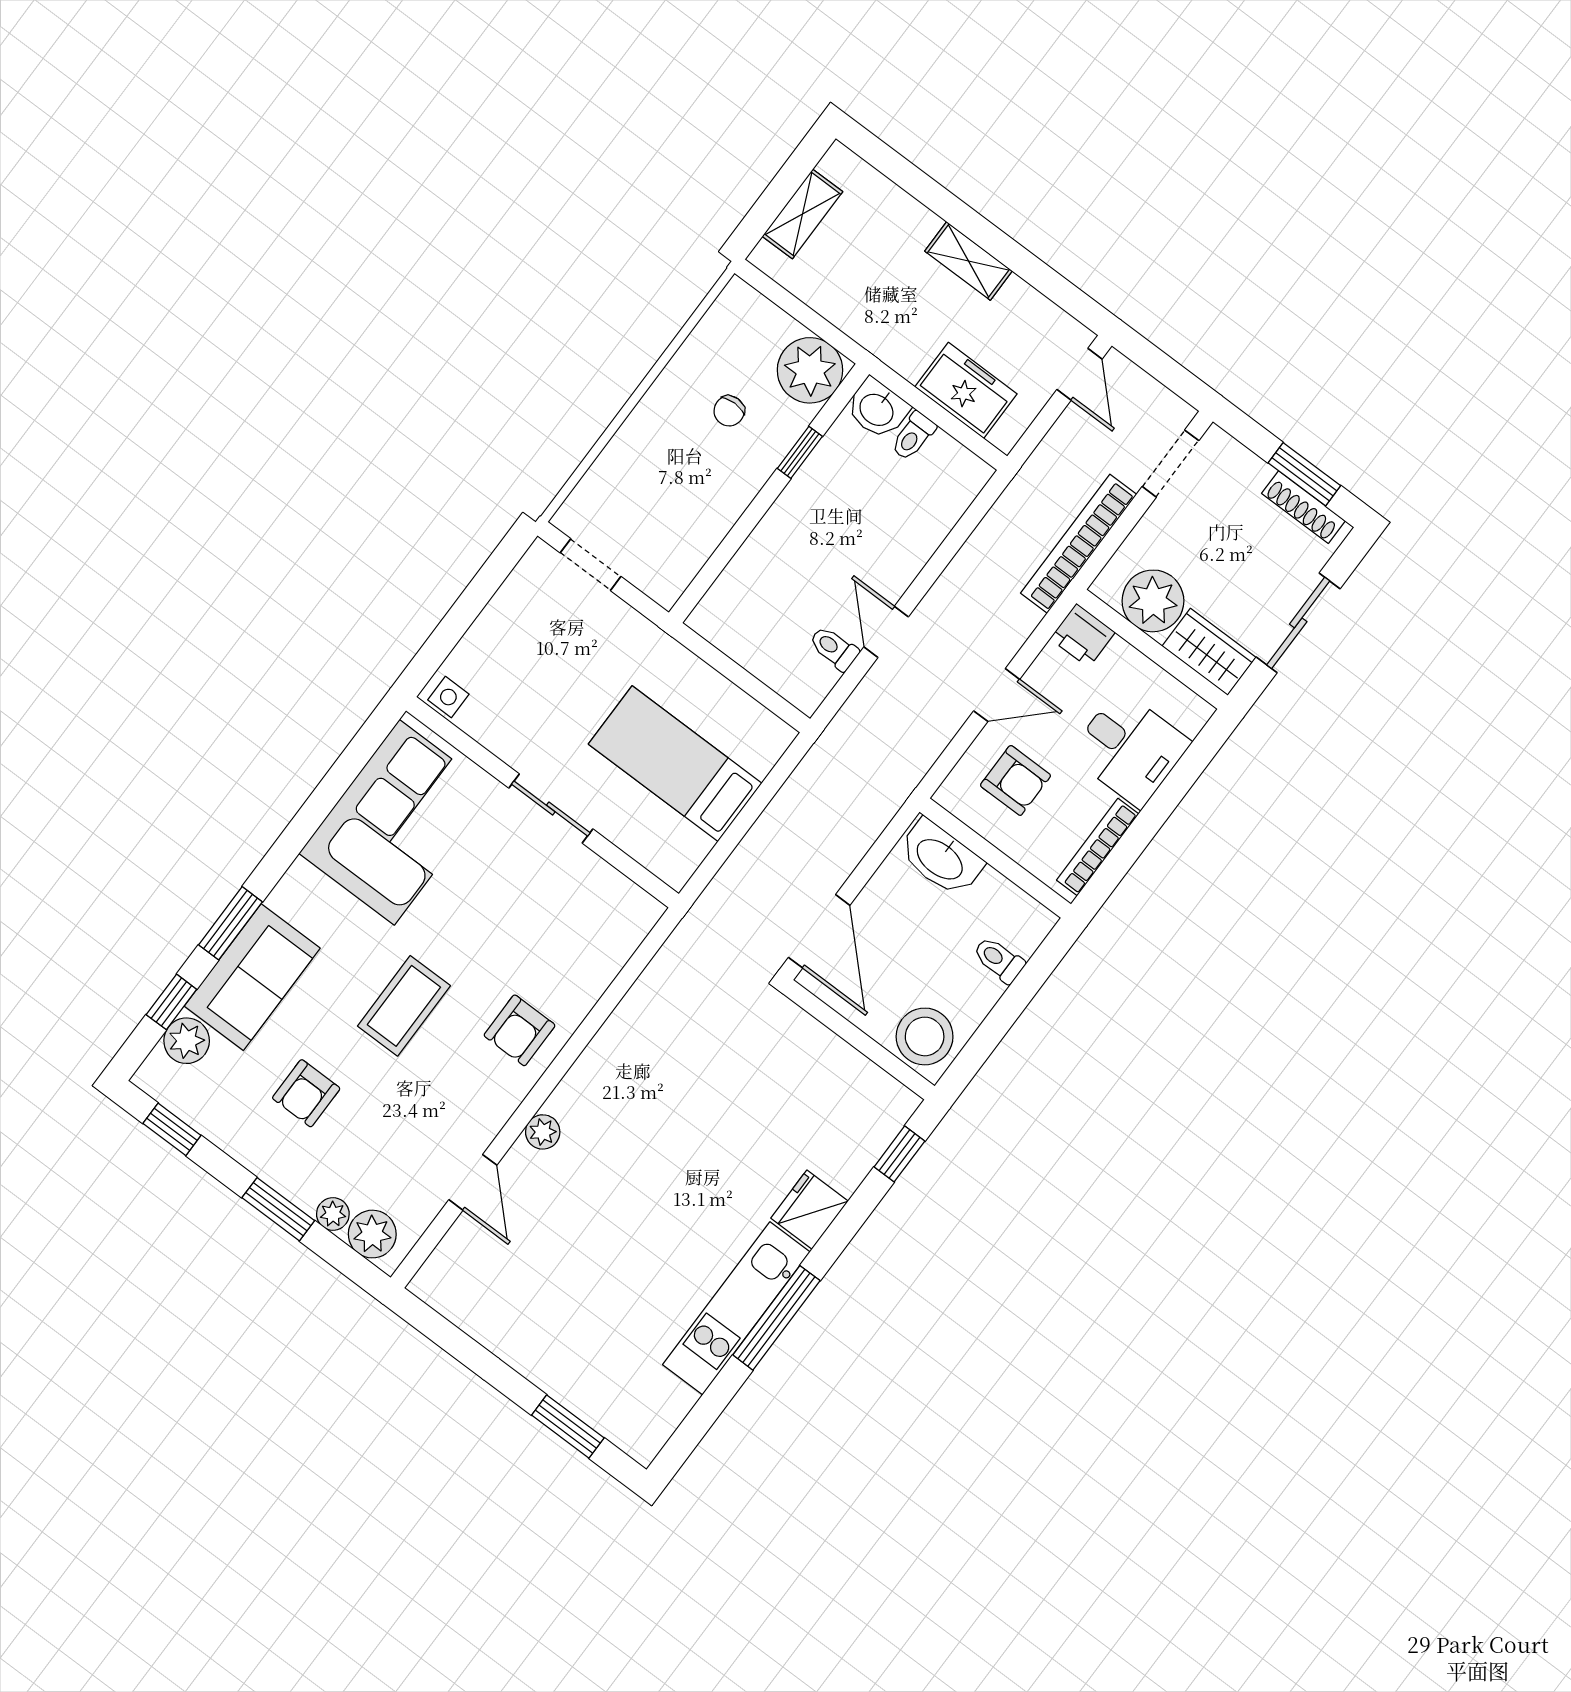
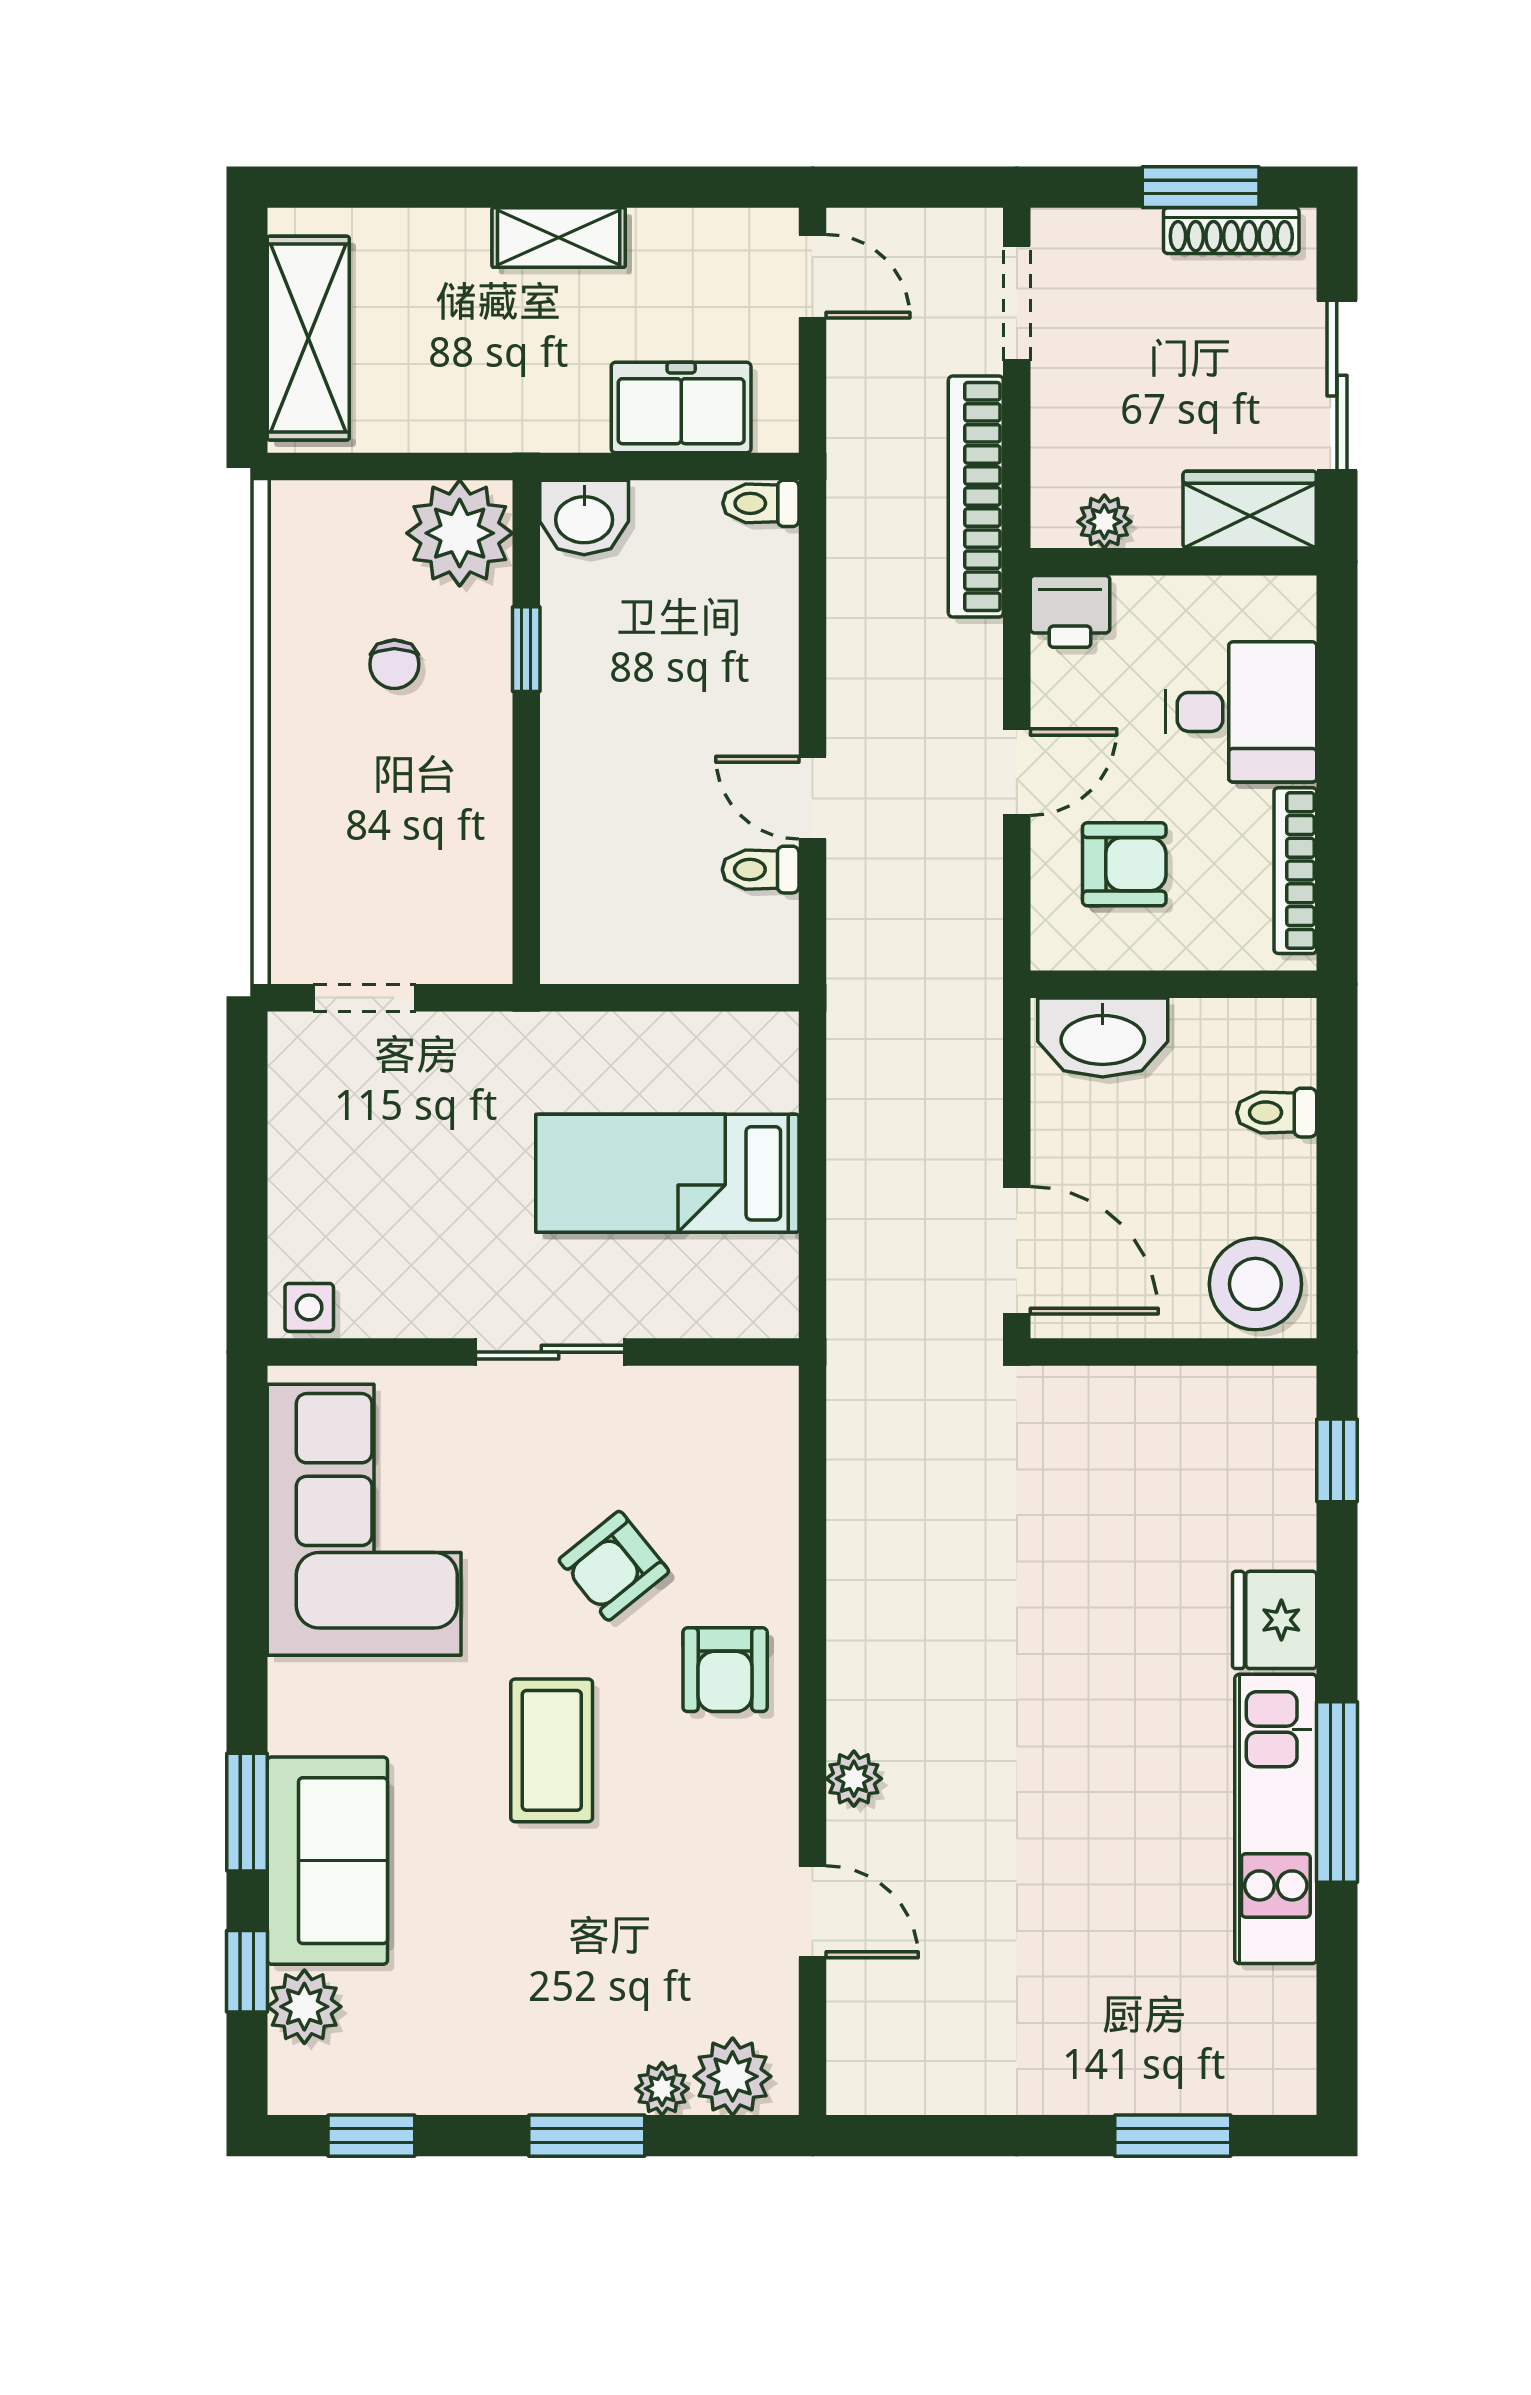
shelving: (802, 214) -> (308, 338), width x1.50, depth x1.33
toilet: (913, 436) -> (761, 503), moved, turned 90
plant: (1153, 601) -> (1104, 522), width x0.53, depth x0.53
armchair: (306, 1093) -> (614, 1566), moved, turned 51

